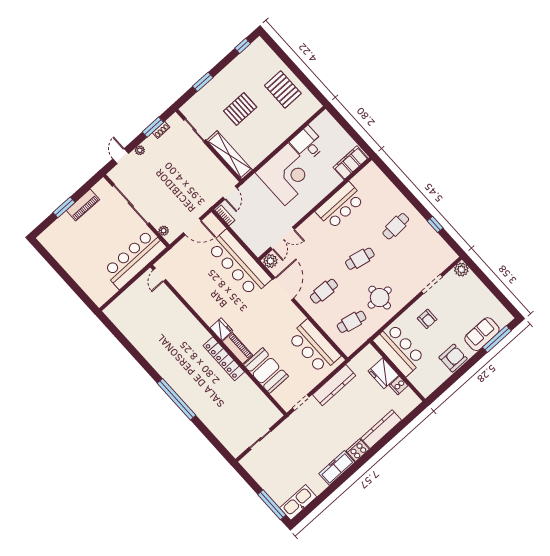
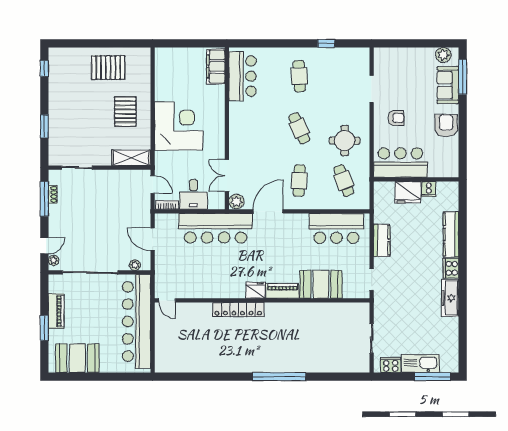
pallet: (240, 109) -> (125, 112), moved
window: (153, 127) -> (44, 199), width x1.44
desk: (308, 144) -> (193, 194), moved, turned -90
plant: (140, 150) -> (53, 260), moved
shelving: (229, 155) -> (131, 158), width x0.68
door: (121, 156) -> (44, 246), swing flipped
bar counter: (340, 206) -> (243, 76), moved
door: (192, 227) -> (153, 239), swing flipped
double door: (282, 238) -> (227, 176), swing flipped
booth: (64, 249) -> (77, 358), added
bar counter: (134, 259) -> (136, 321), width x1.36
cafe table: (360, 259) -> (299, 128), turned -36
plant: (461, 269) -> (443, 55), moved
door: (283, 289) -> (268, 211), hinge flipped
cafe table: (352, 322) -> (344, 181), turned -33
locker: (224, 359) -> (238, 310), moved
kitchen counter: (334, 385) -> (382, 240), width x0.67
cooker: (254, 469) -> (391, 365), added
kitchen sink: (298, 502) -> (421, 364), moved, turned 90

